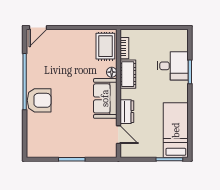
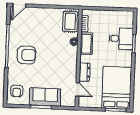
sofa: (105, 98) -> (45, 97), moved, turned 90
armchair: (39, 100) -> (26, 55), moved
bed: (176, 130) -> (117, 88), width x1.50
armchair: (39, 140) -> (17, 91), added

